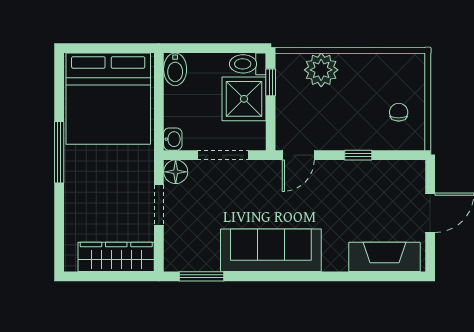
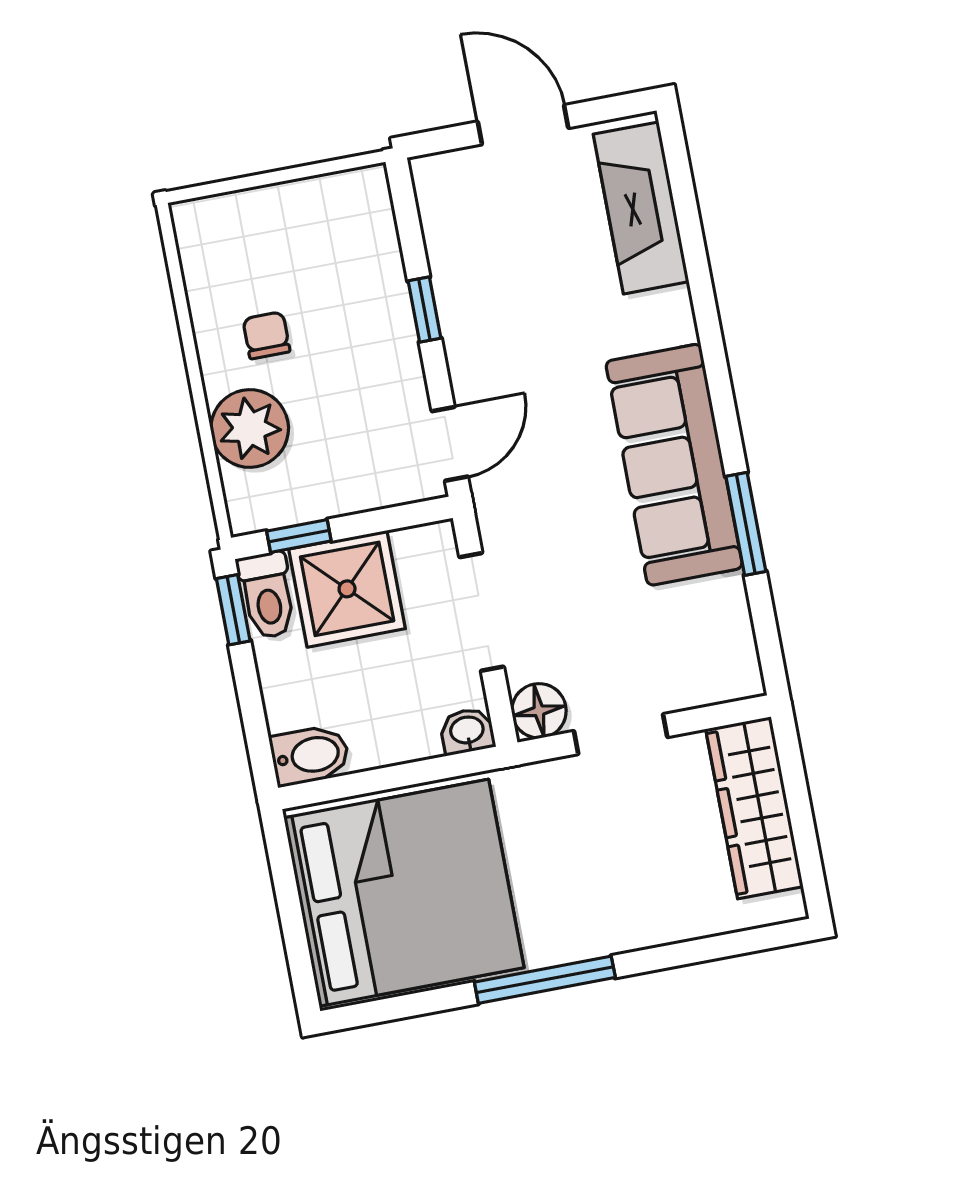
window: (244, 48) -> (233, 610), added
chair: (399, 112) -> (266, 335), moved, turned 90
door: (298, 155) -> (450, 444), hinge flipped
window: (201, 276) -> (746, 524), moved

